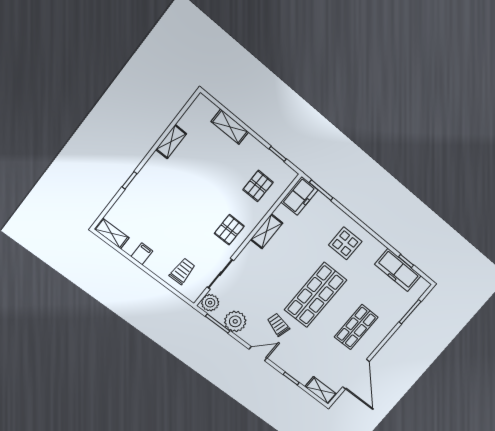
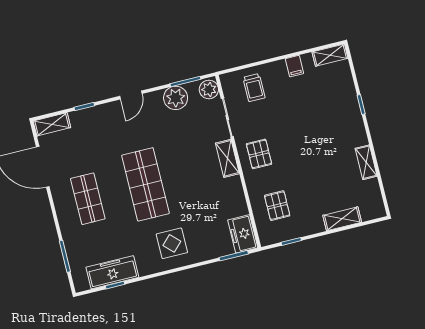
shelving: (267, 231) -> (227, 158), moved
trolley: (278, 325) -> (144, 132), removed

